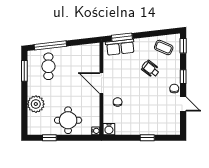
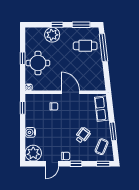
window: (122, 37) -> (113, 131), moved
door: (101, 83) -> (70, 92), hinge flipped
window: (24, 98) -> (57, 25), added
plant: (171, 126) -> (33, 153), added
water cooler: (109, 129) -> (30, 132), moved
window: (49, 138) -> (23, 58), moved
window: (147, 138) -> (23, 108), moved

